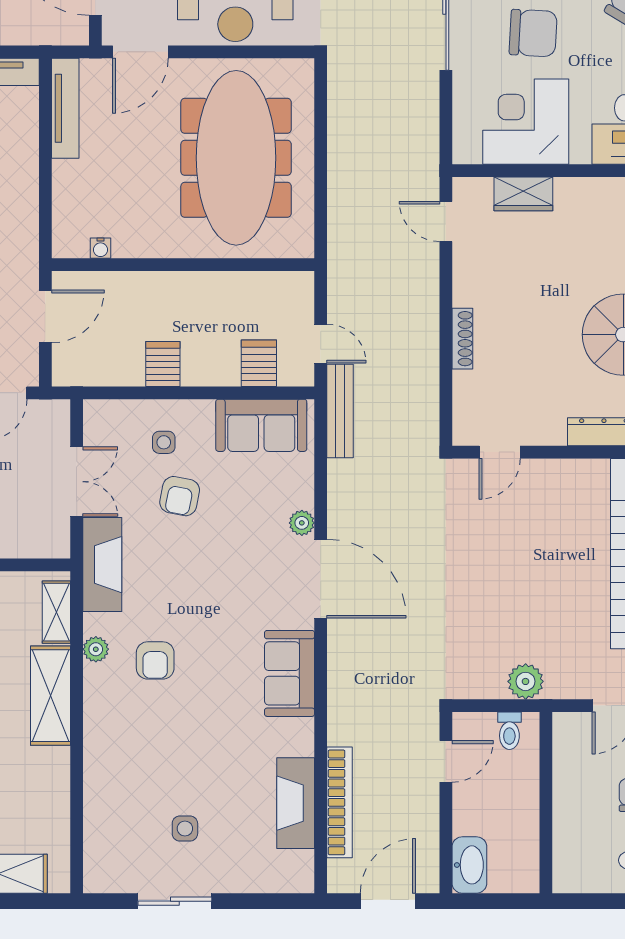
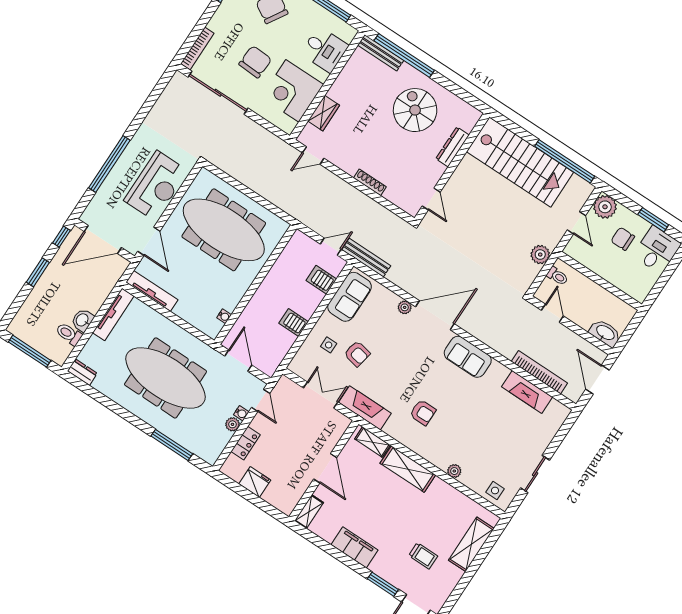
plant: (96, 649) -> (454, 471), moved
side table: (185, 829) -> (495, 490), moved

